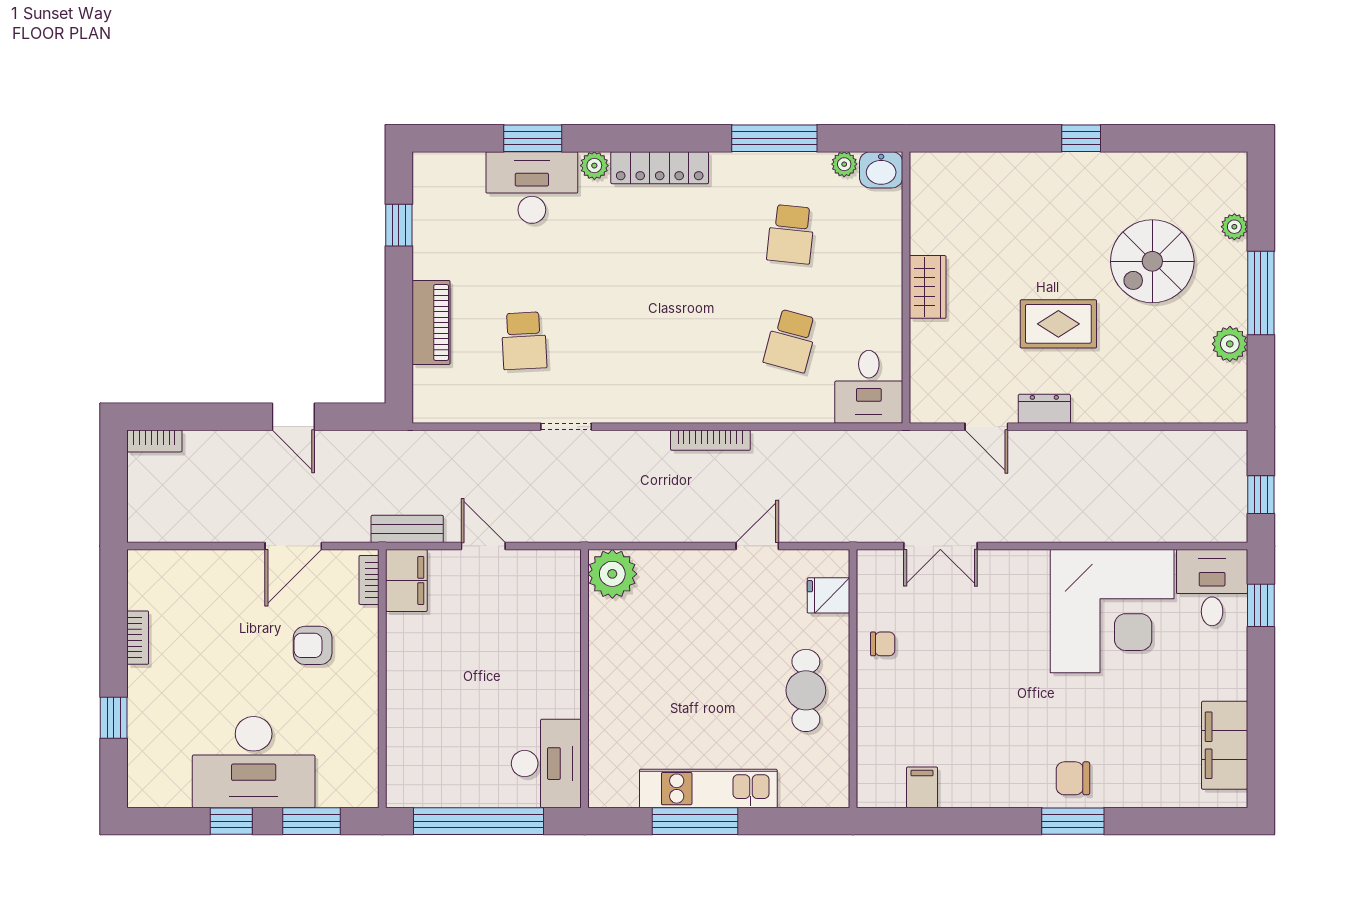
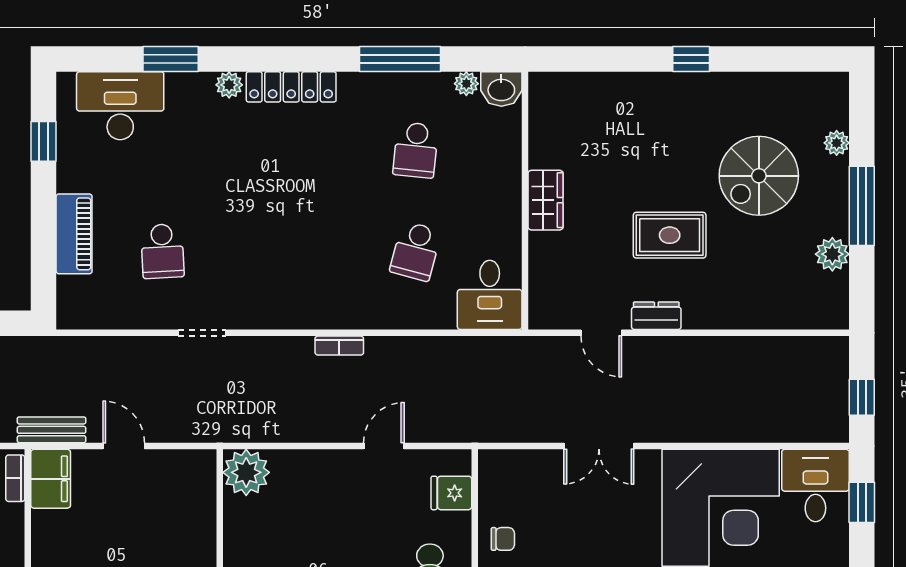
desk: (532, 187) -> (120, 106), moved
bookcase: (710, 440) -> (339, 346), width x0.64
double door: (940, 546) -> (599, 446), moved

